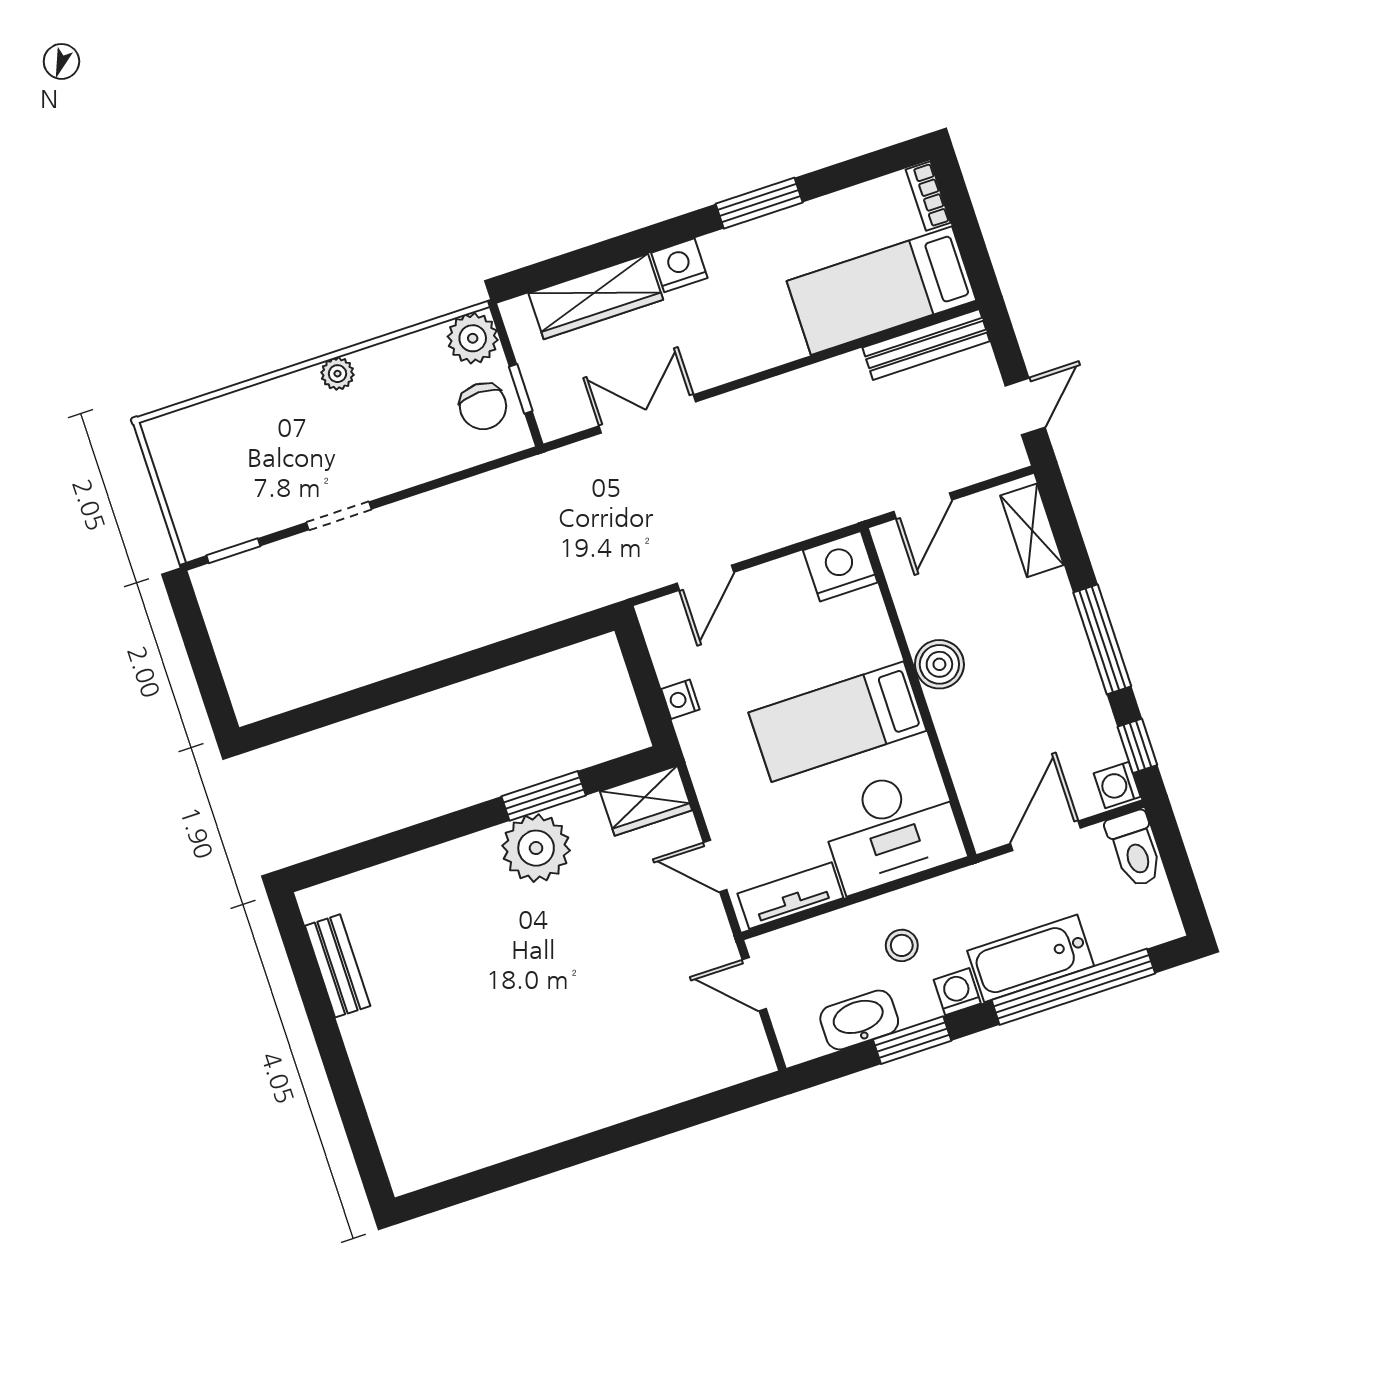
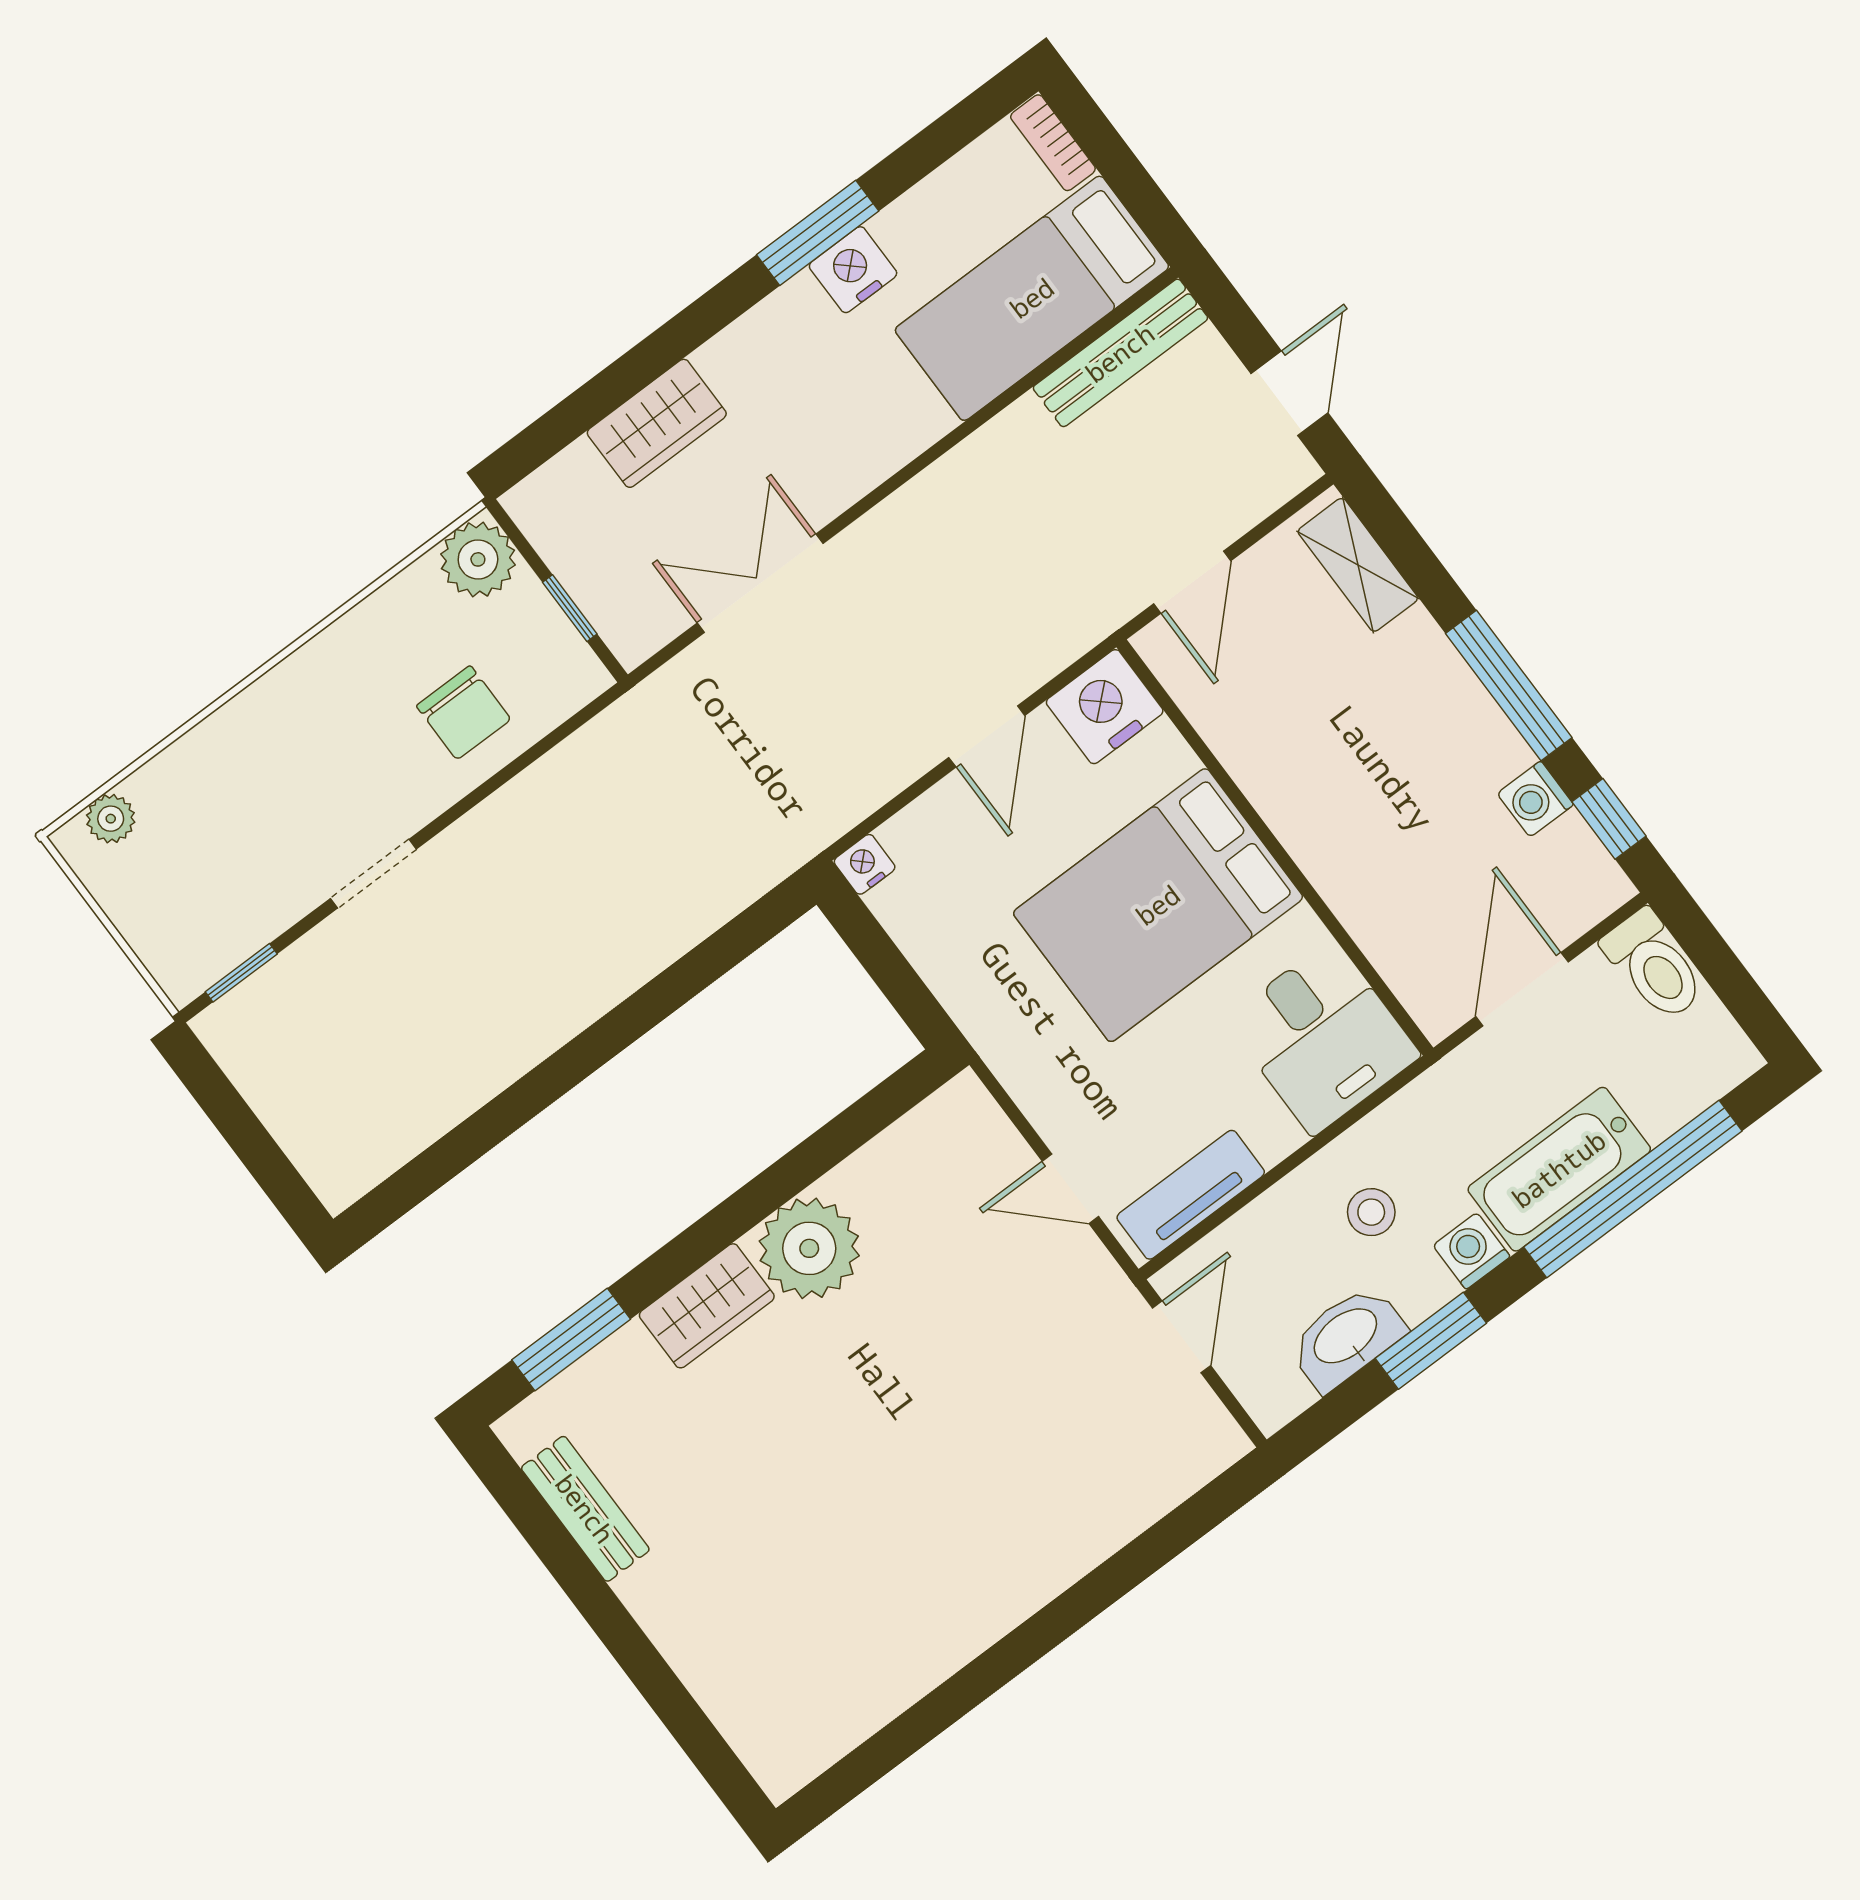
nightstand: (679, 265) -> (853, 270), moved
wardrobe: (596, 296) -> (657, 423), width x0.67
plant: (337, 374) -> (111, 819), moved
chair: (483, 406) -> (464, 713), moved
door: (705, 578) -> (987, 736), moved
boiler: (939, 664) -> (1291, 798), removed
nightstand: (680, 699) -> (865, 864), moved, turned 90
bed: (838, 722) -> (1158, 905), width x1.50
washing machine: (1117, 785) -> (1535, 799), moved
window: (544, 796) -> (571, 1339), moved
wardrobe: (646, 801) -> (707, 1306), moved
desk: (892, 829) -> (1323, 1037), width x0.73
door: (754, 984) -> (1182, 1337), swing flipped

